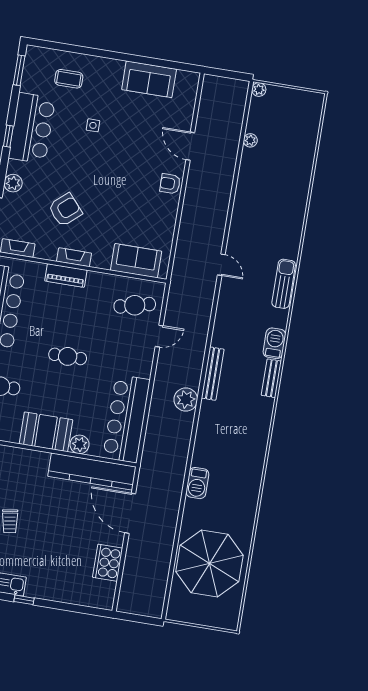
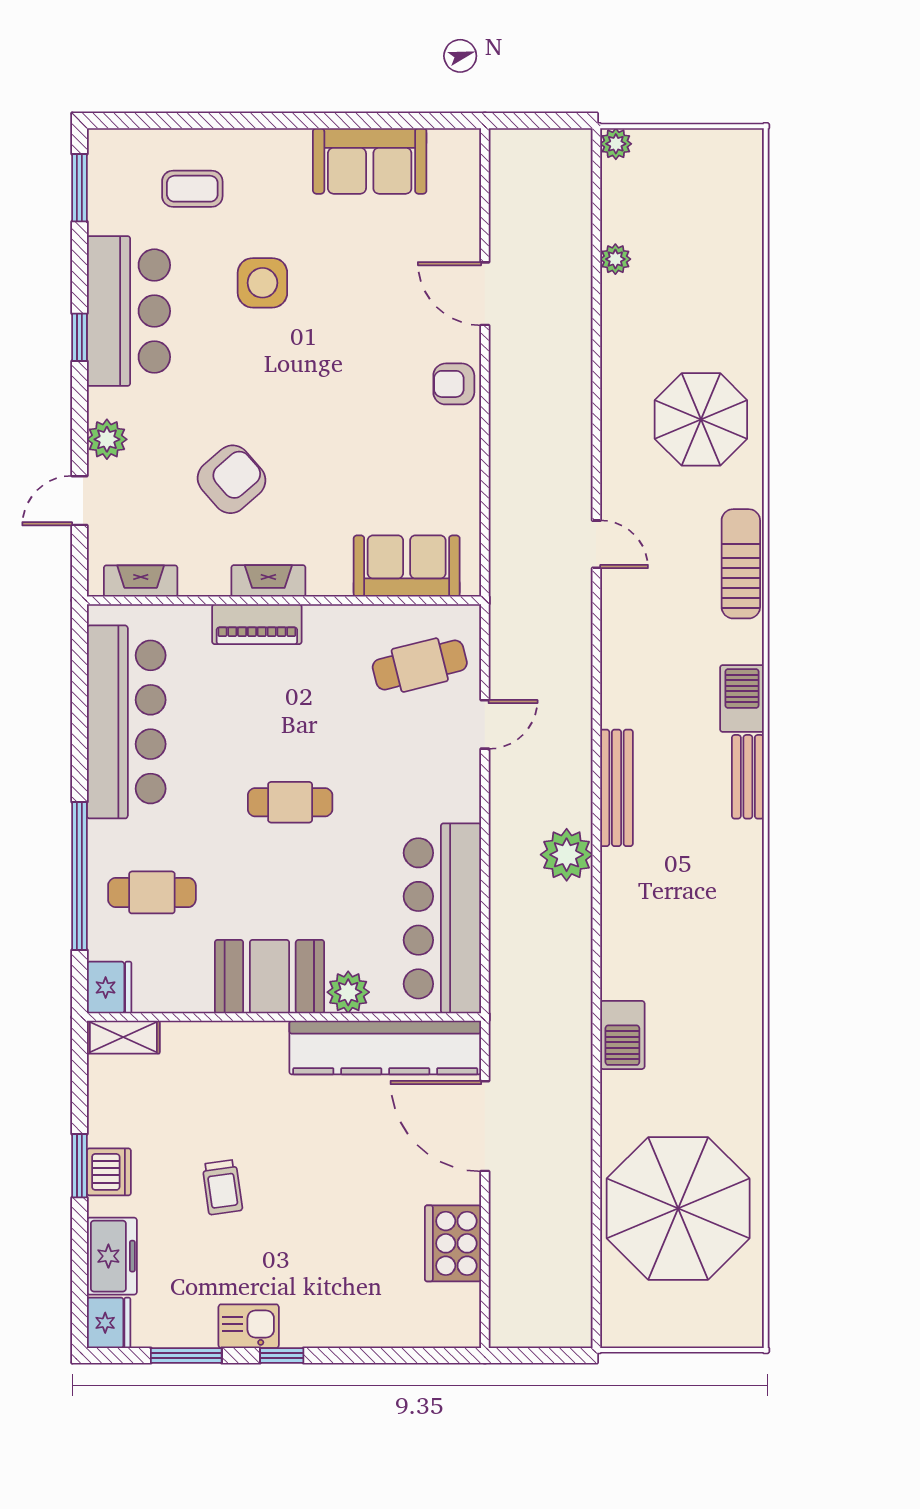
side table: (93, 125) -> (262, 283), width x1.87, depth x1.87
parasol: (276, 217) -> (701, 419), added

